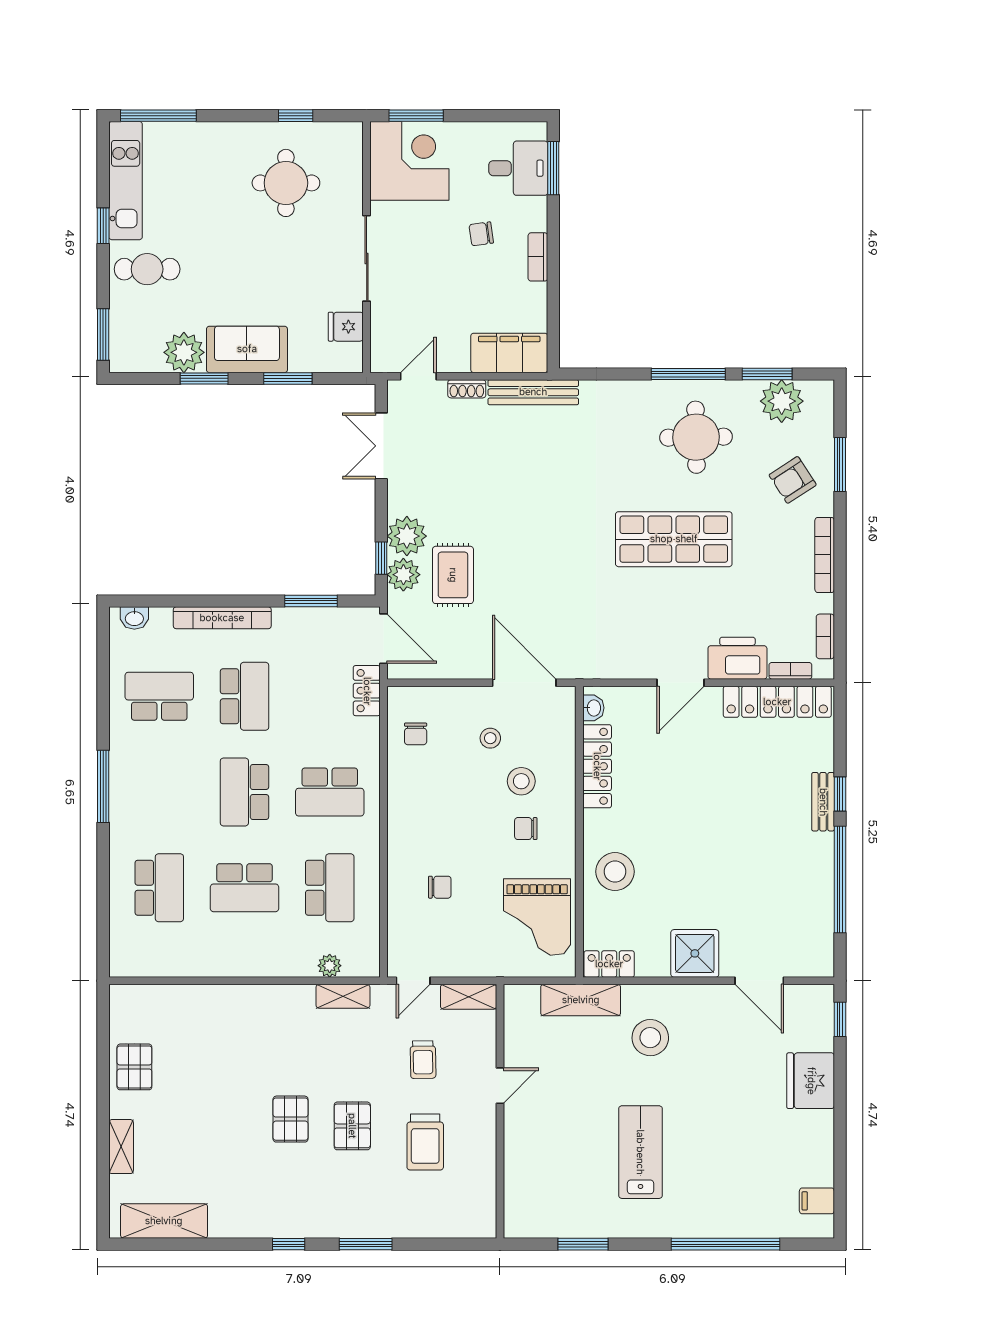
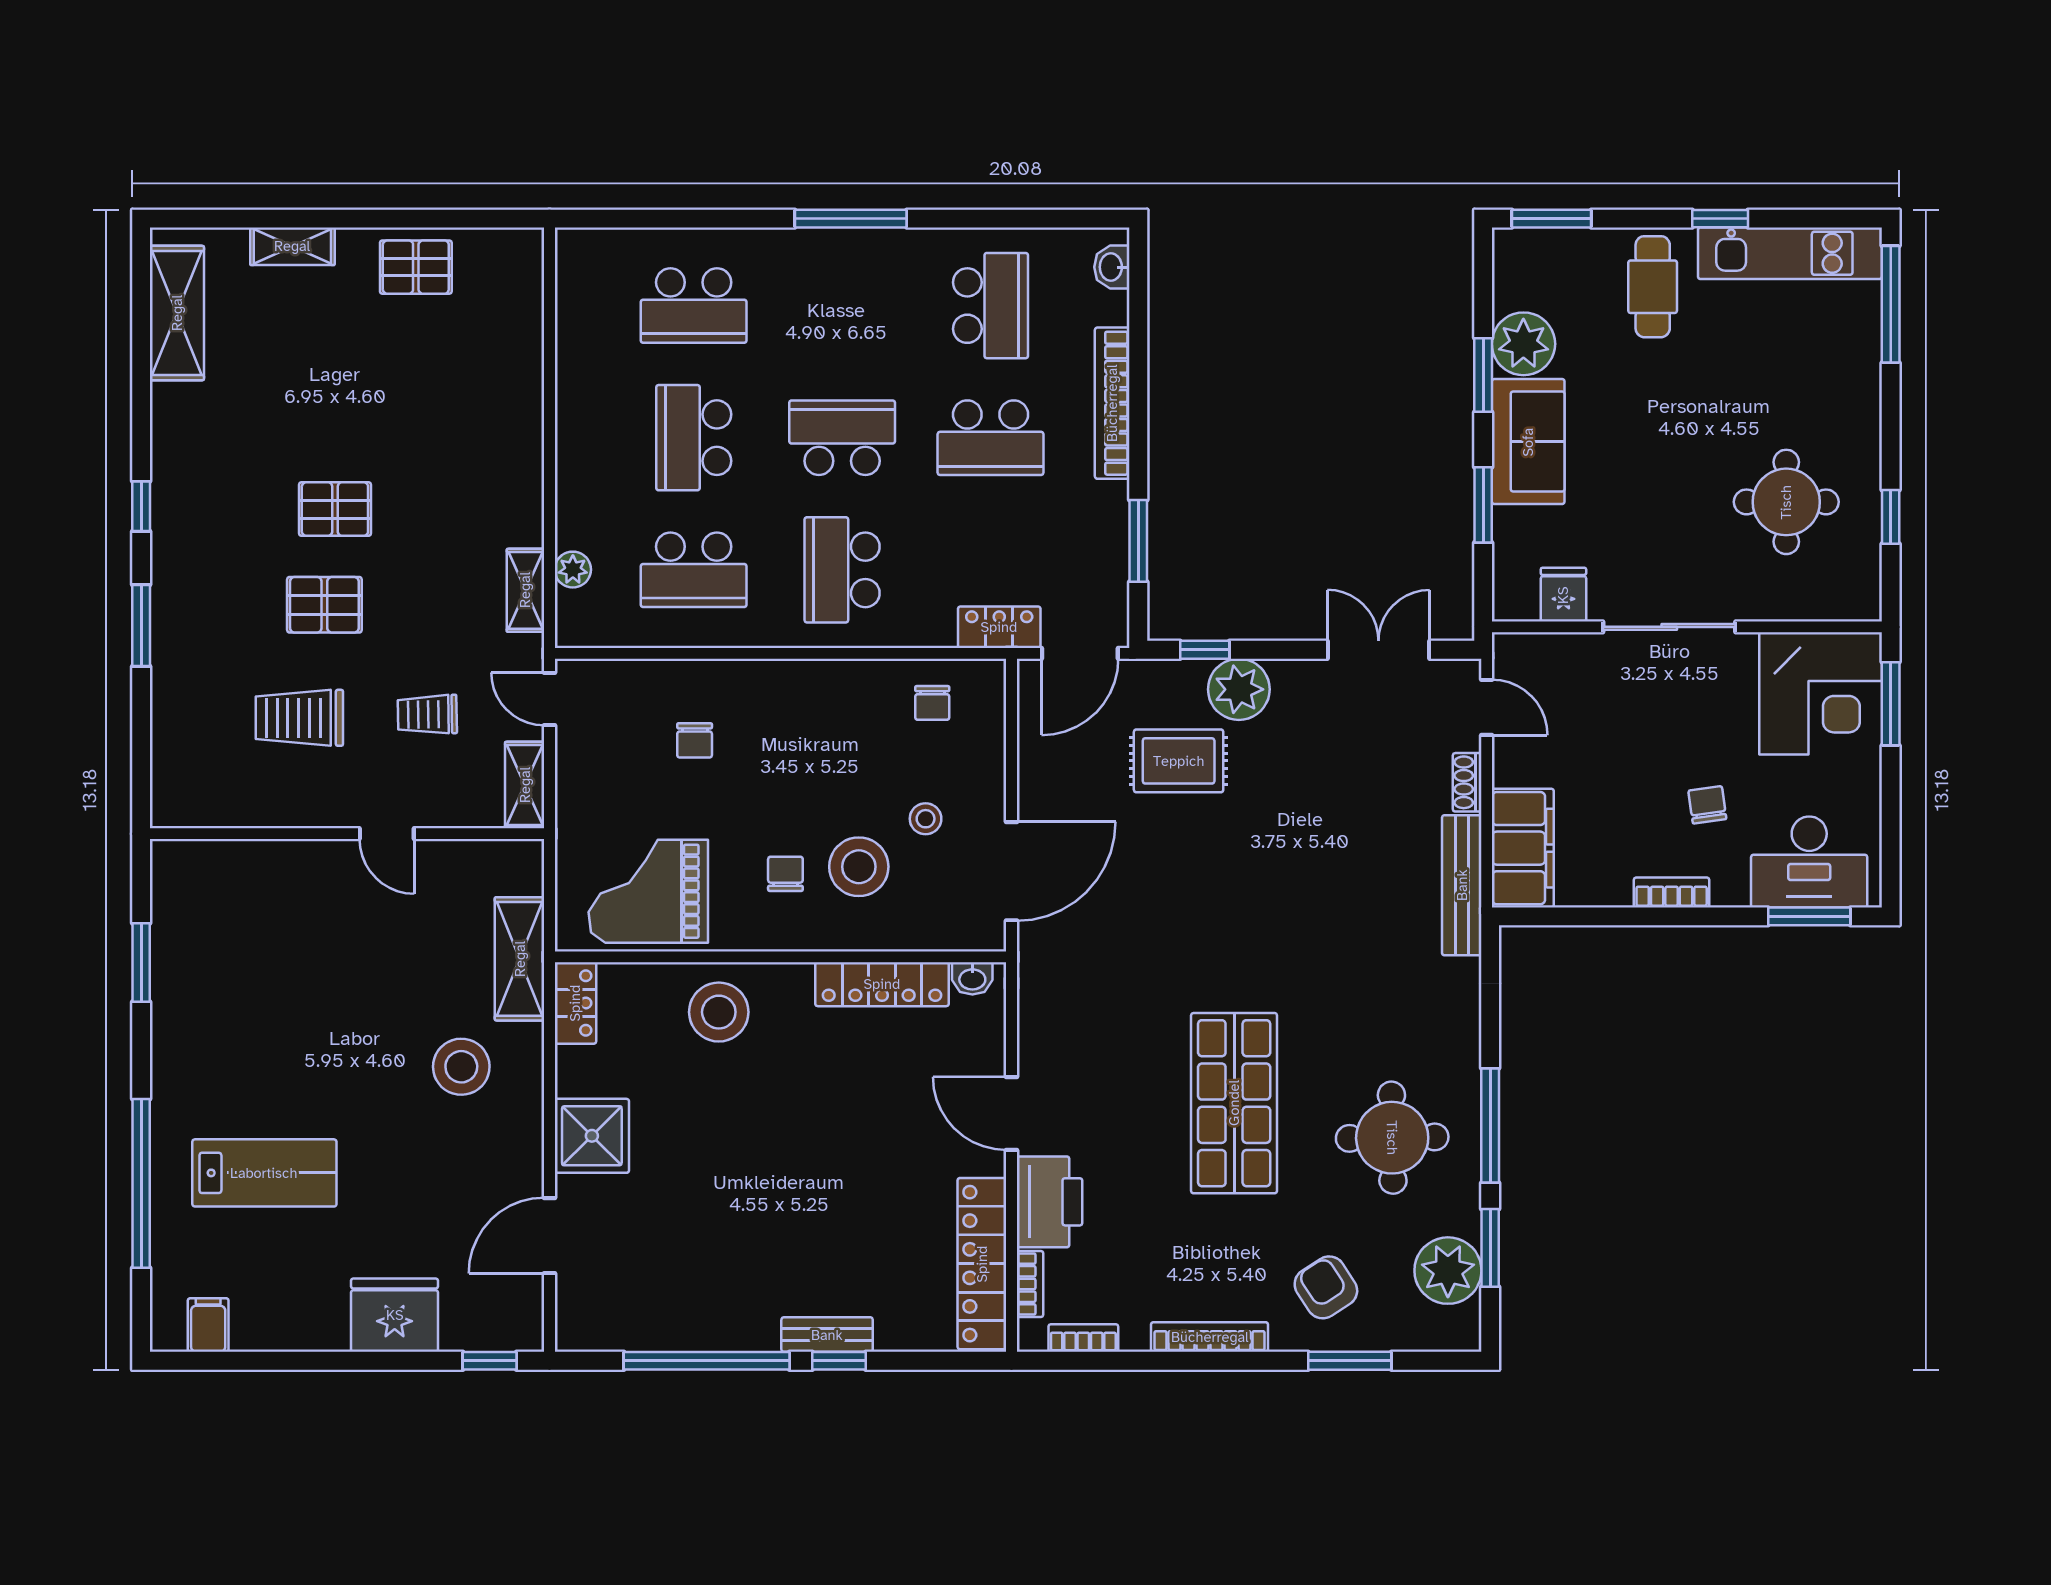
desk: (518, 168) -> (1809, 862), width x1.37
plant: (403, 575) -> (1179, 684), removed
chair: (416, 734) -> (932, 703), turned -90
stool: (521, 781) -> (859, 867), width x1.38, depth x1.38
lab bench: (640, 1152) -> (264, 1173), moved

